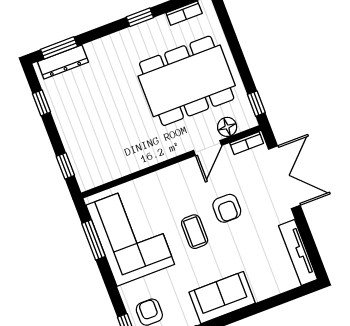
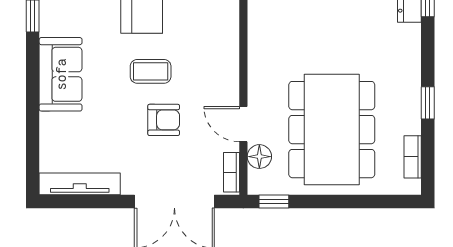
armchair: (227, 208) -> (164, 120), turned 180

